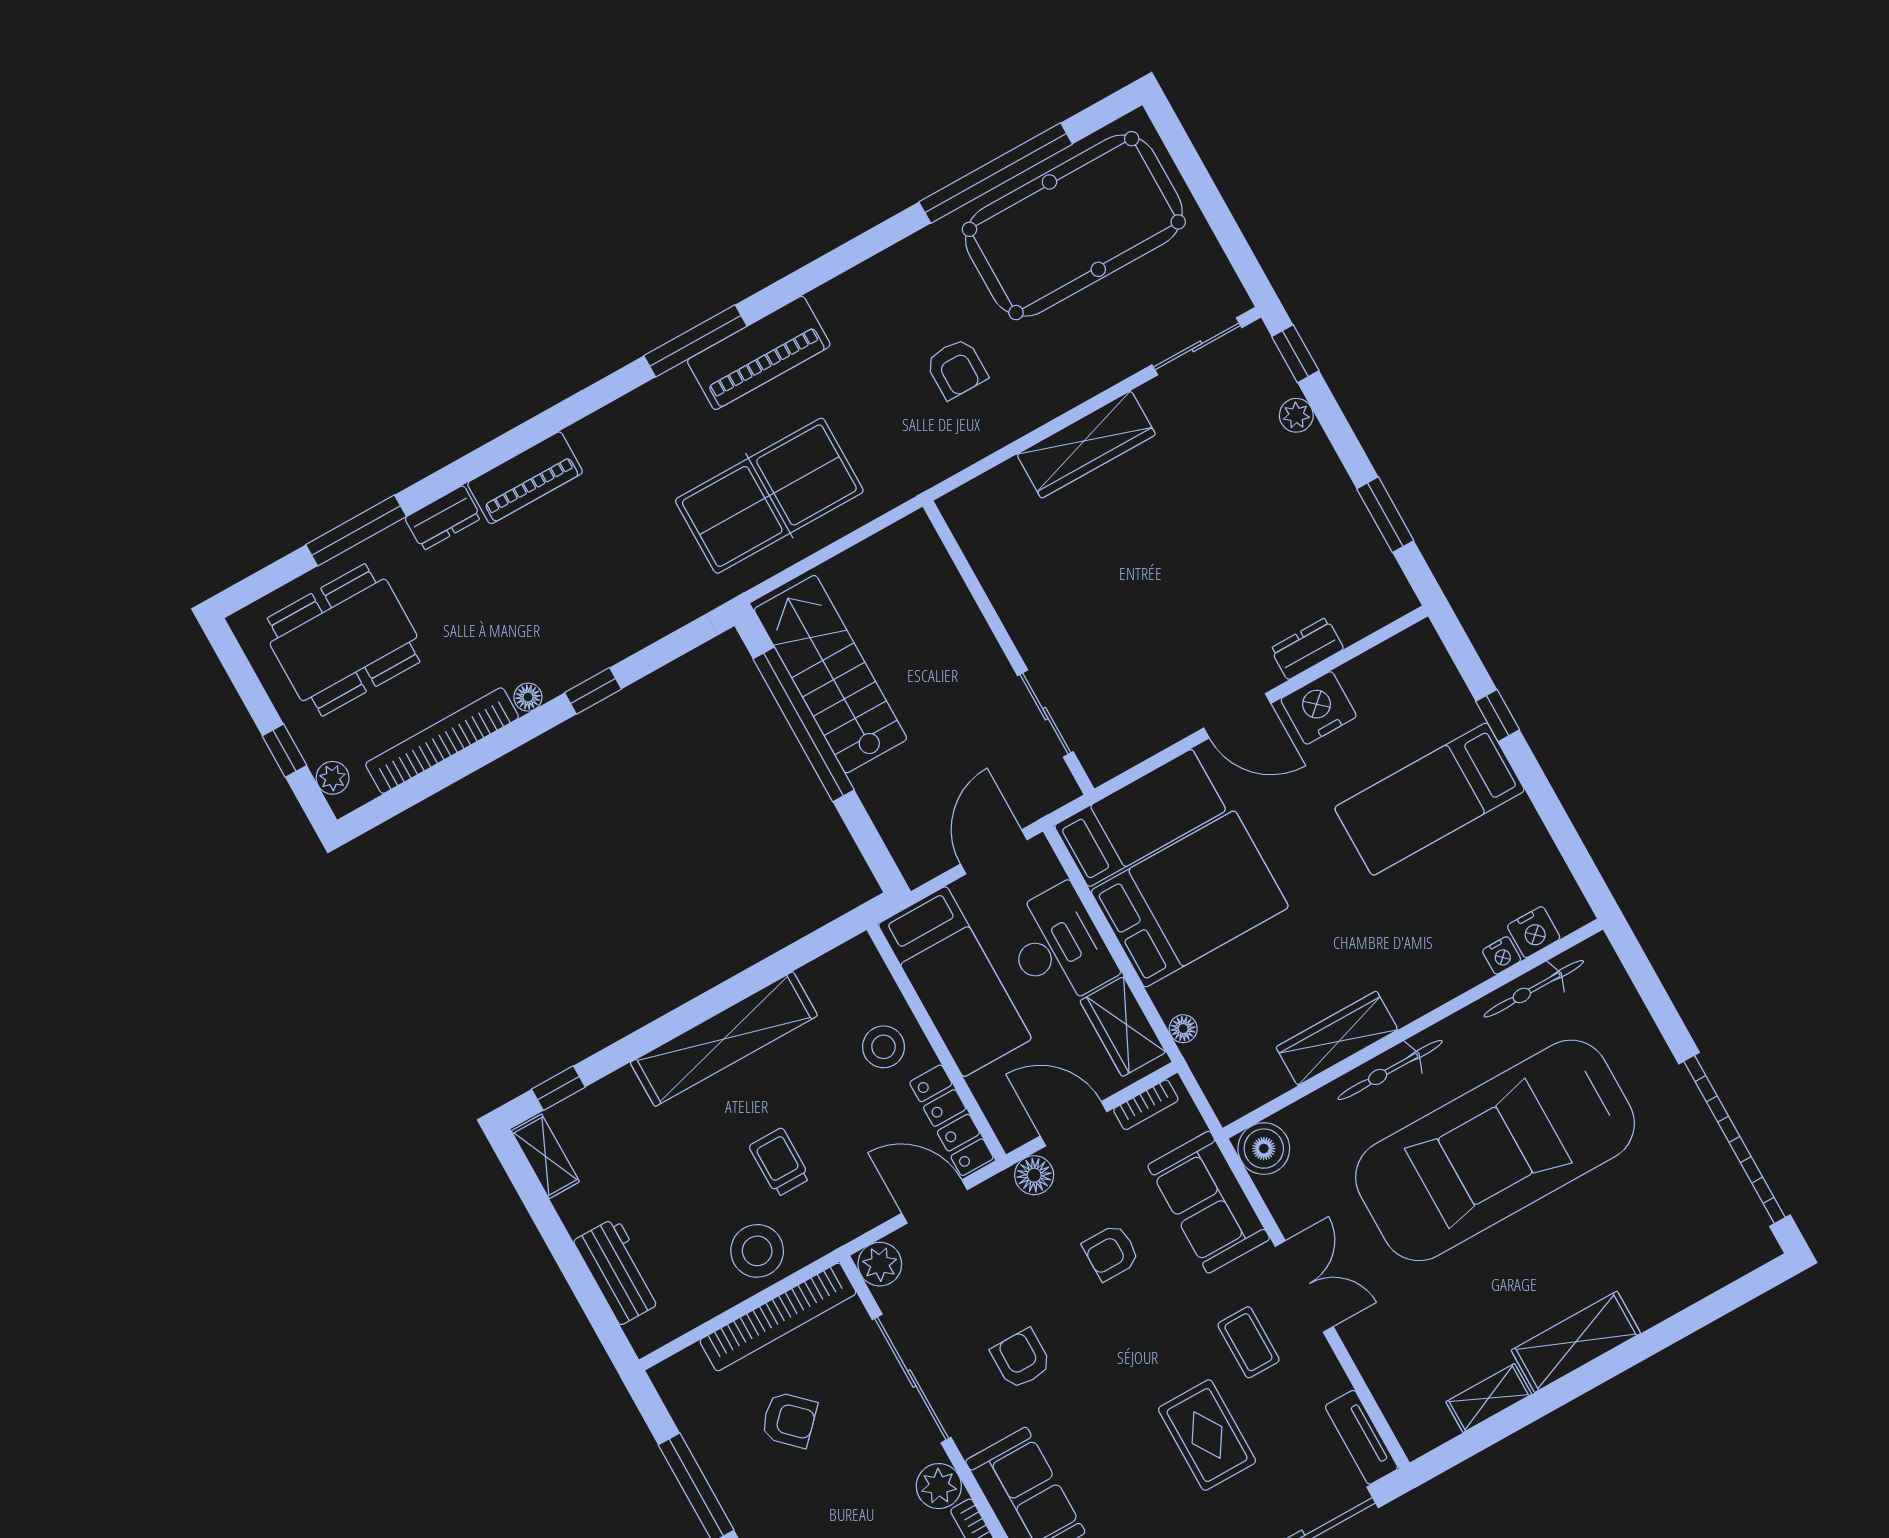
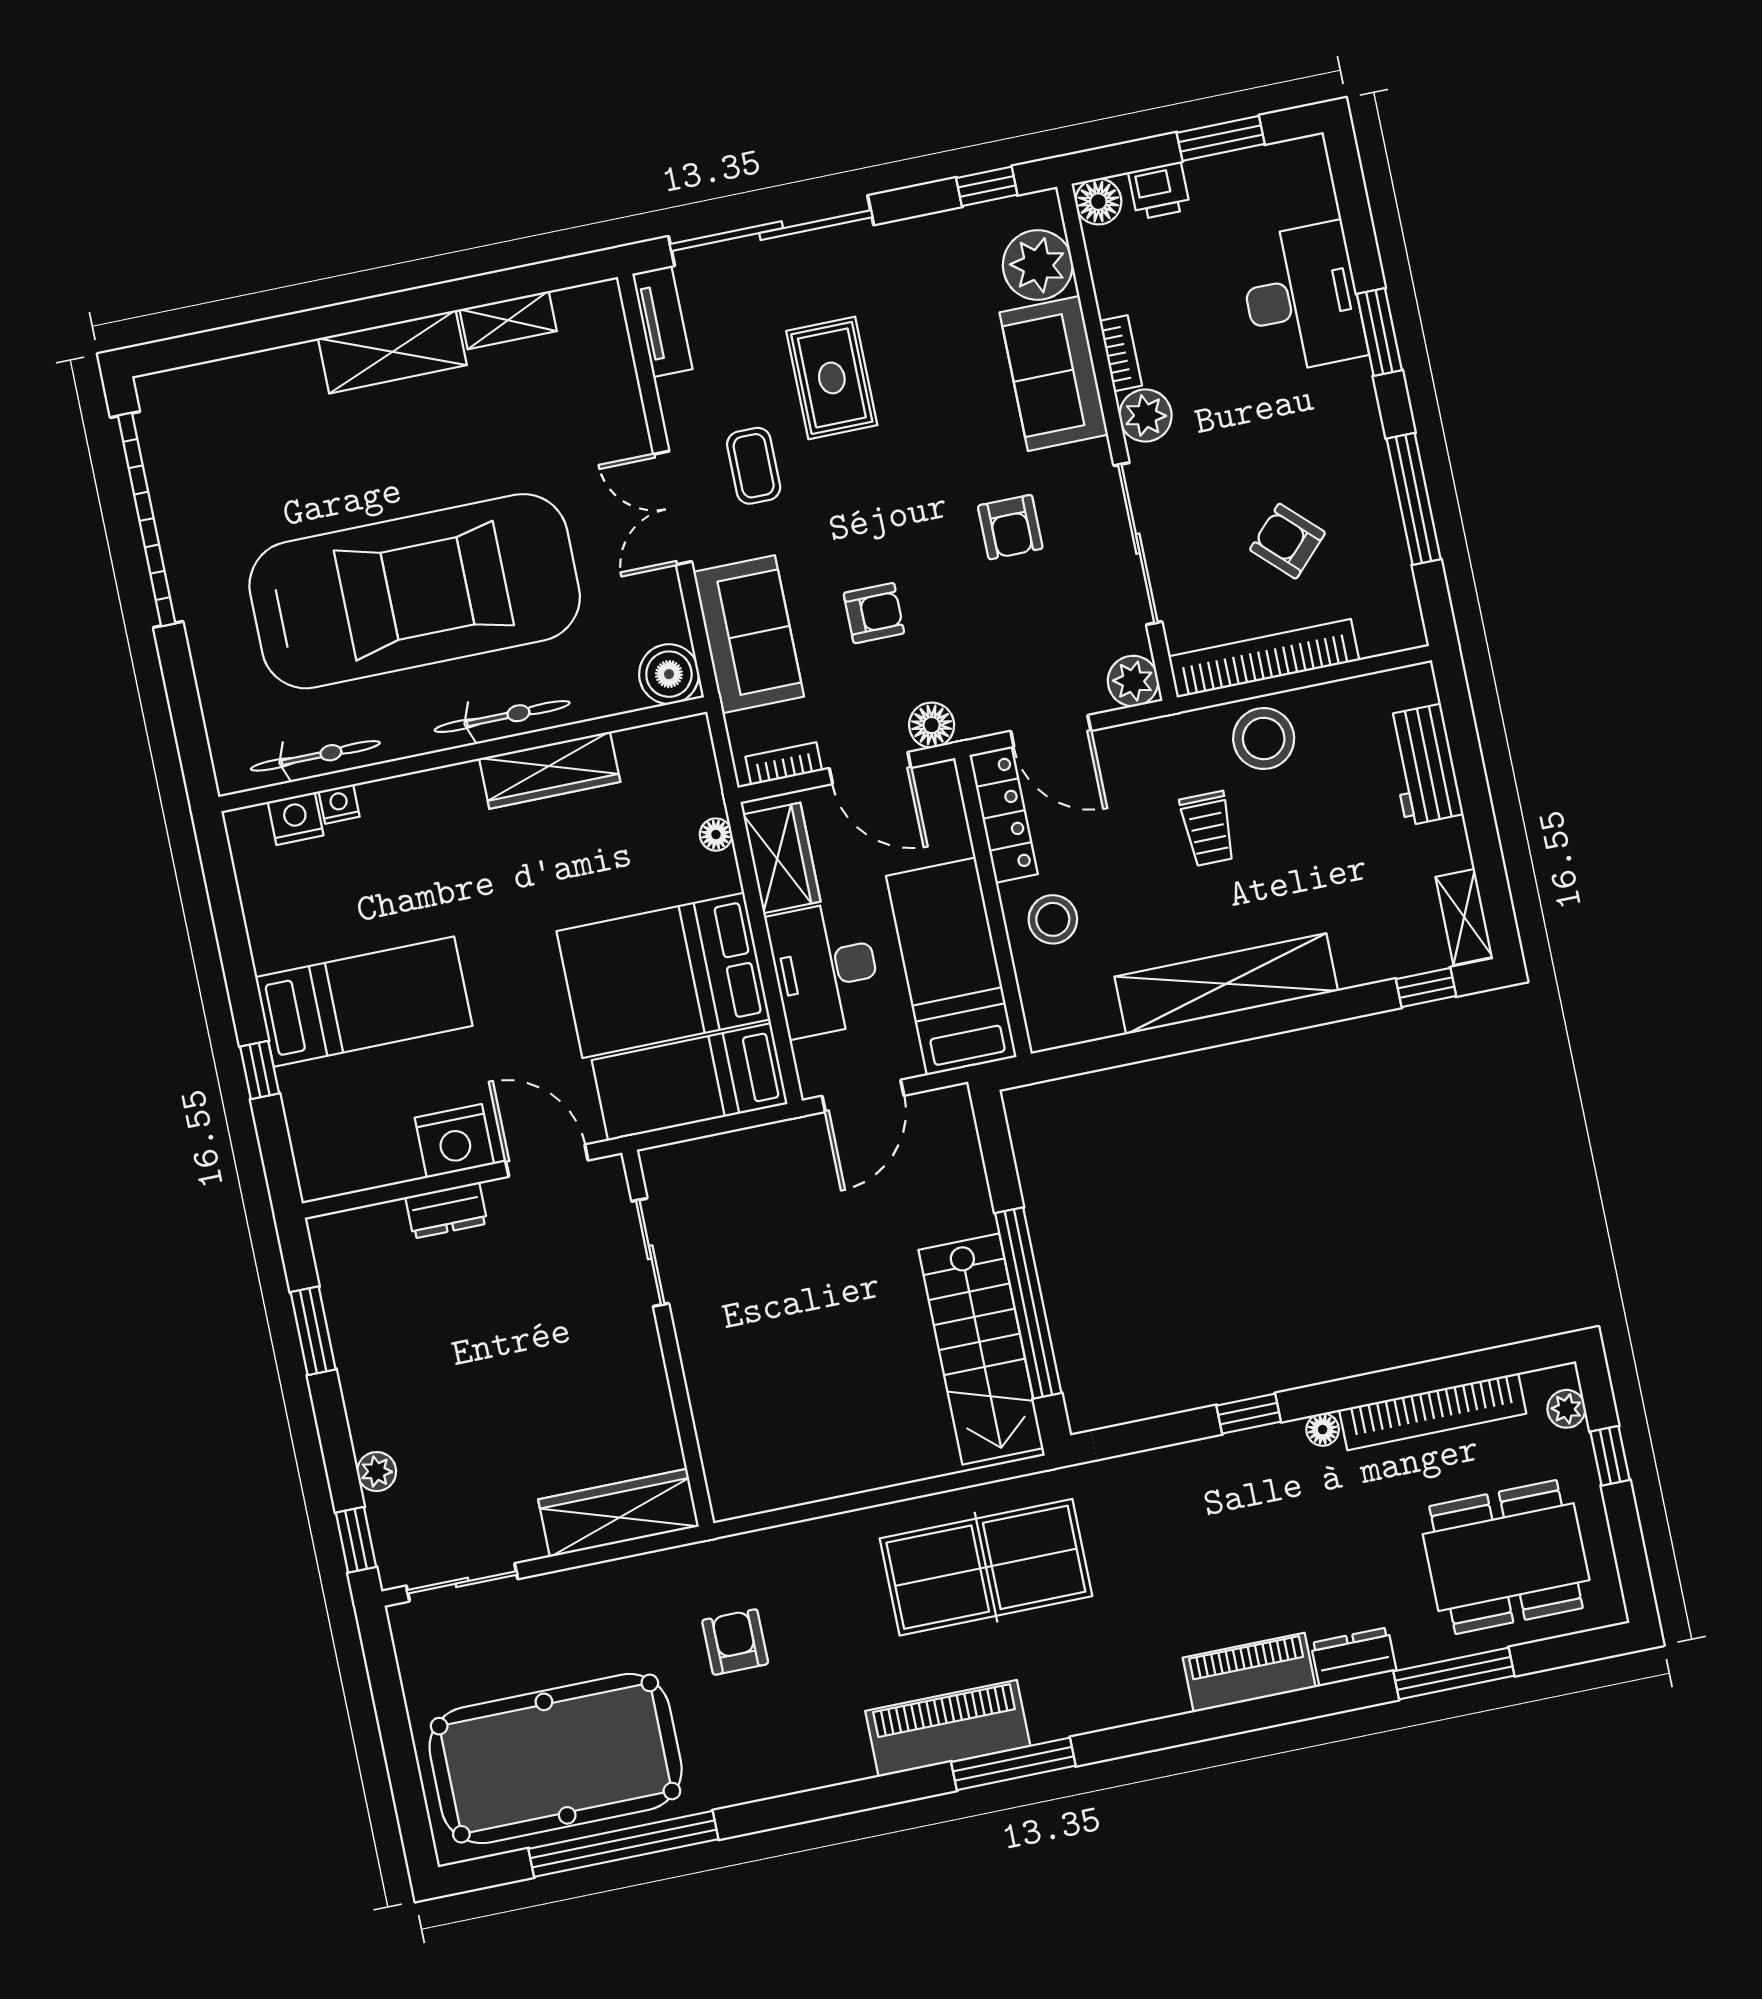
wall: (1009, 648) -> (668, 1338), moved
sliding door: (1045, 714) -> (650, 1252), moved

